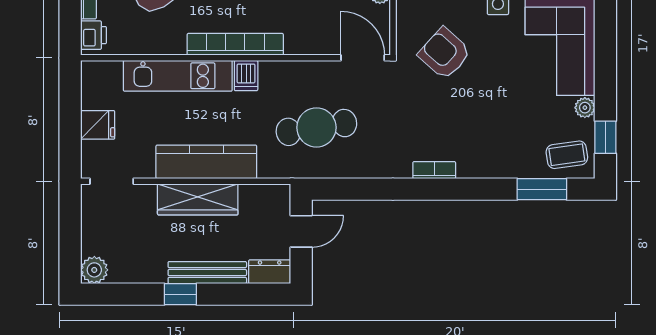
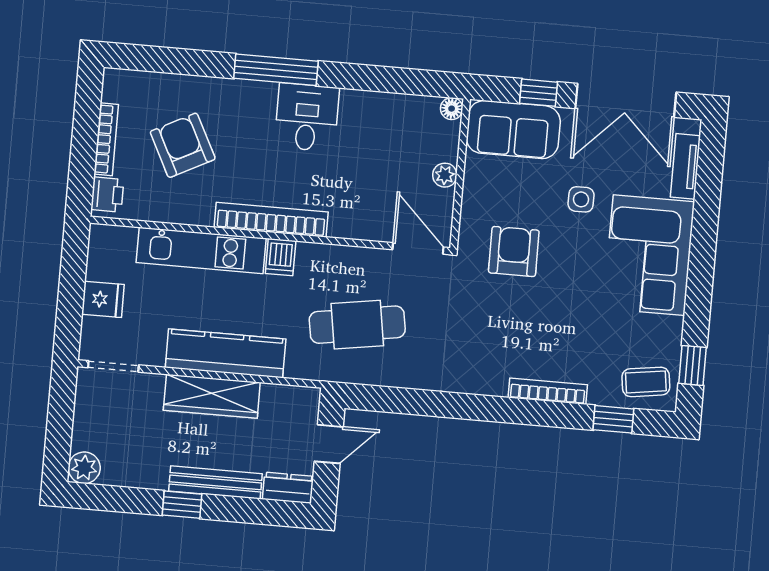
armchair: (444, 53) -> (514, 252), turned 48
plant: (585, 108) -> (672, 329), removed
bookcase: (434, 170) -> (548, 391), moved, width x1.56
window: (542, 189) -> (613, 419), width x0.67

